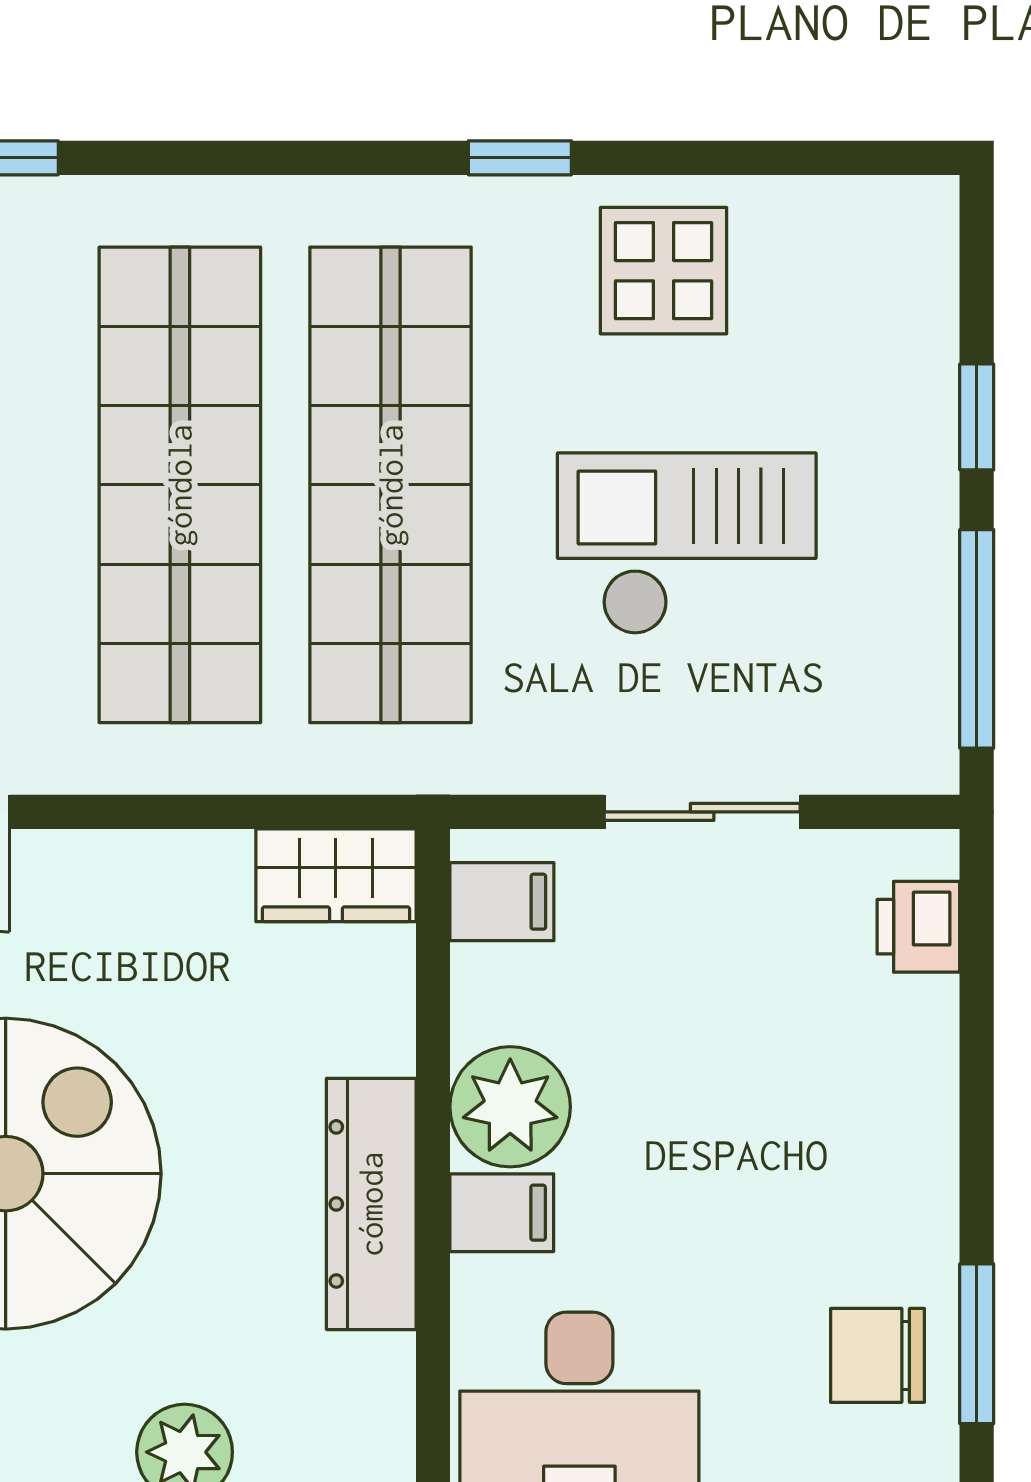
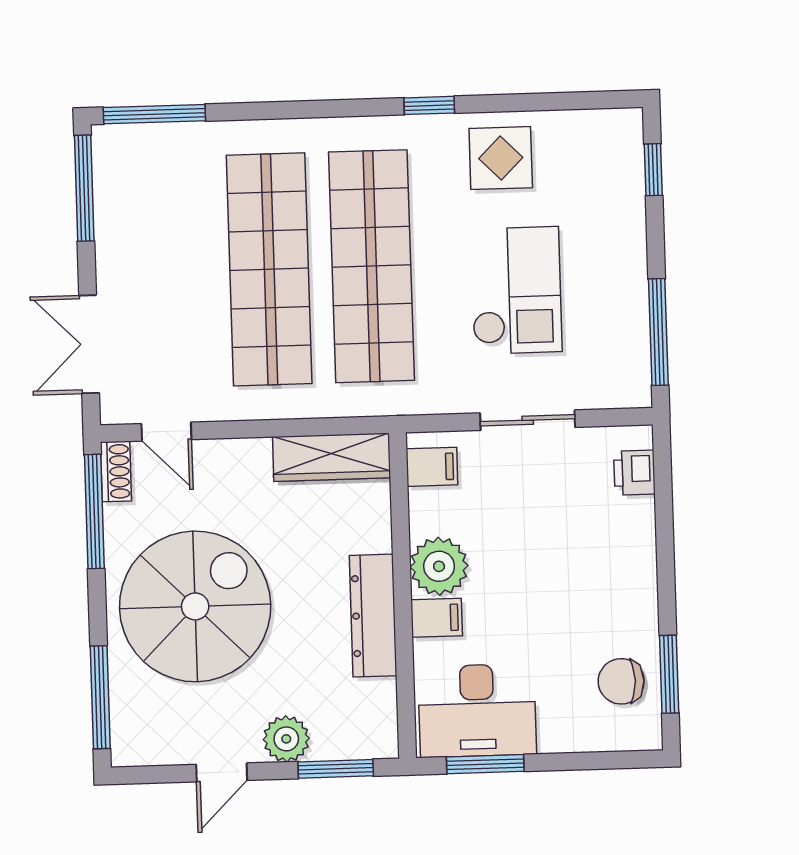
window: (977, 417) -> (653, 170), moved
checkout: (687, 544) -> (516, 290), turned 90
wardrobe: (336, 875) -> (332, 457), width x1.50

